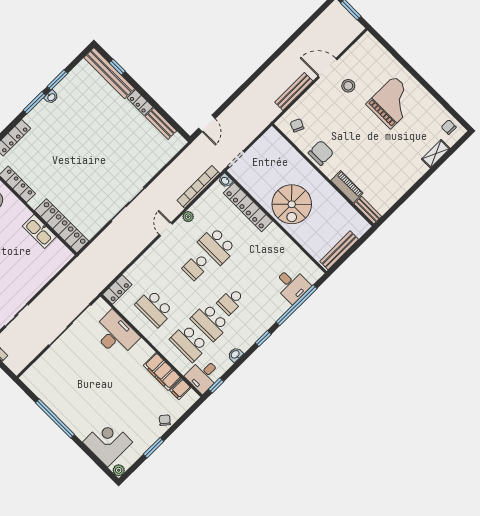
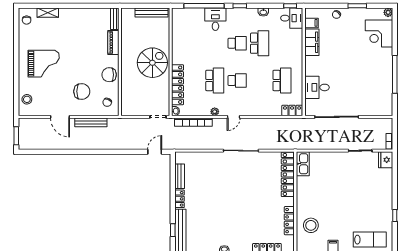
stool: (348, 86) -> (27, 99), moved
grand piano: (392, 102) -> (44, 64), turned 180
chair: (331, 112) -> (82, 91), added
kitchen sink: (39, 231) -> (303, 164), moved
desk: (292, 285) -> (215, 19), moved
desk: (115, 334) -> (317, 87), width x0.73
school desk: (189, 343) -> (282, 43), removed

